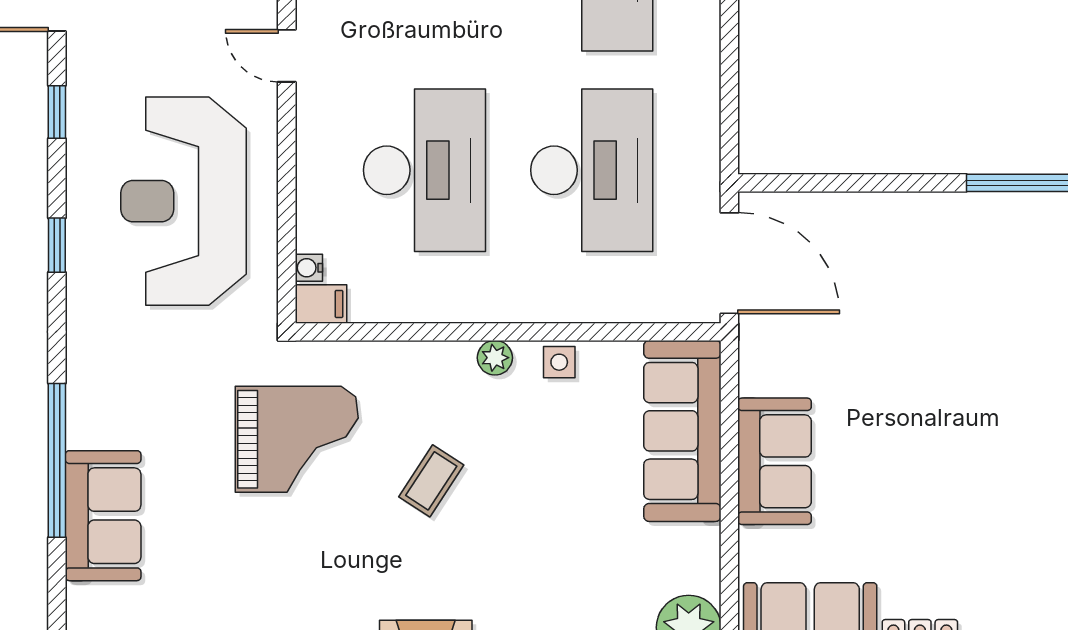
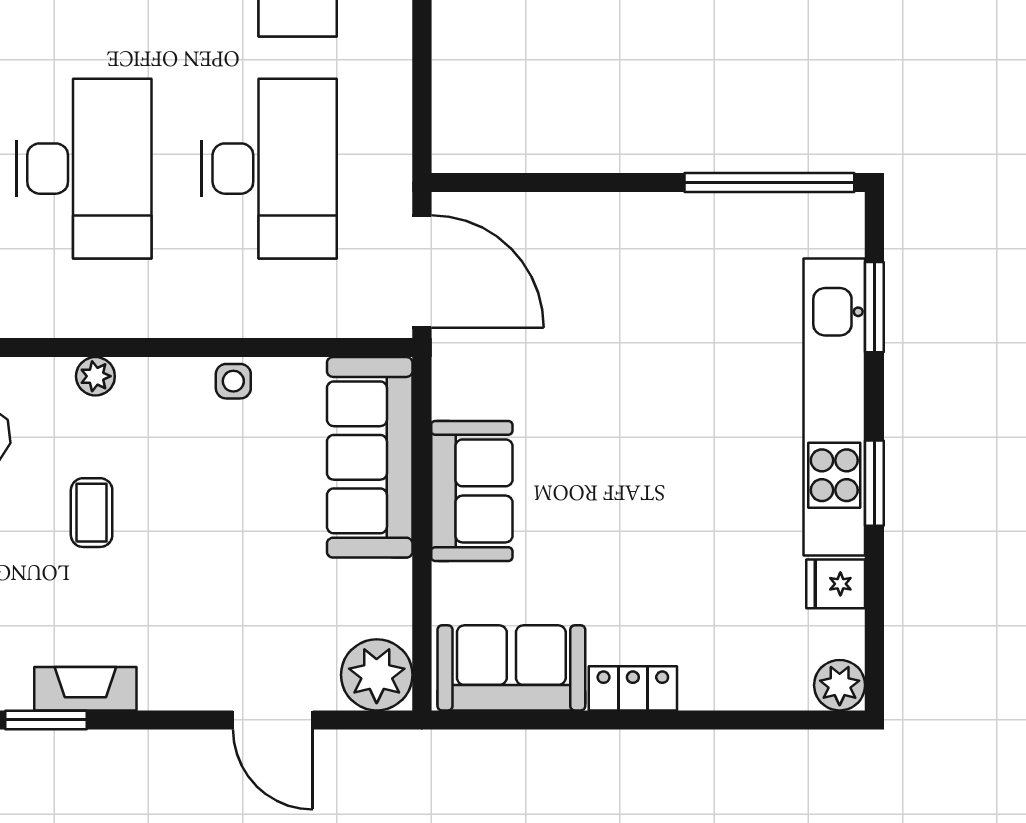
plant: (495, 358) -> (95, 376), moved
coffee table: (431, 481) -> (92, 513), turned -33

